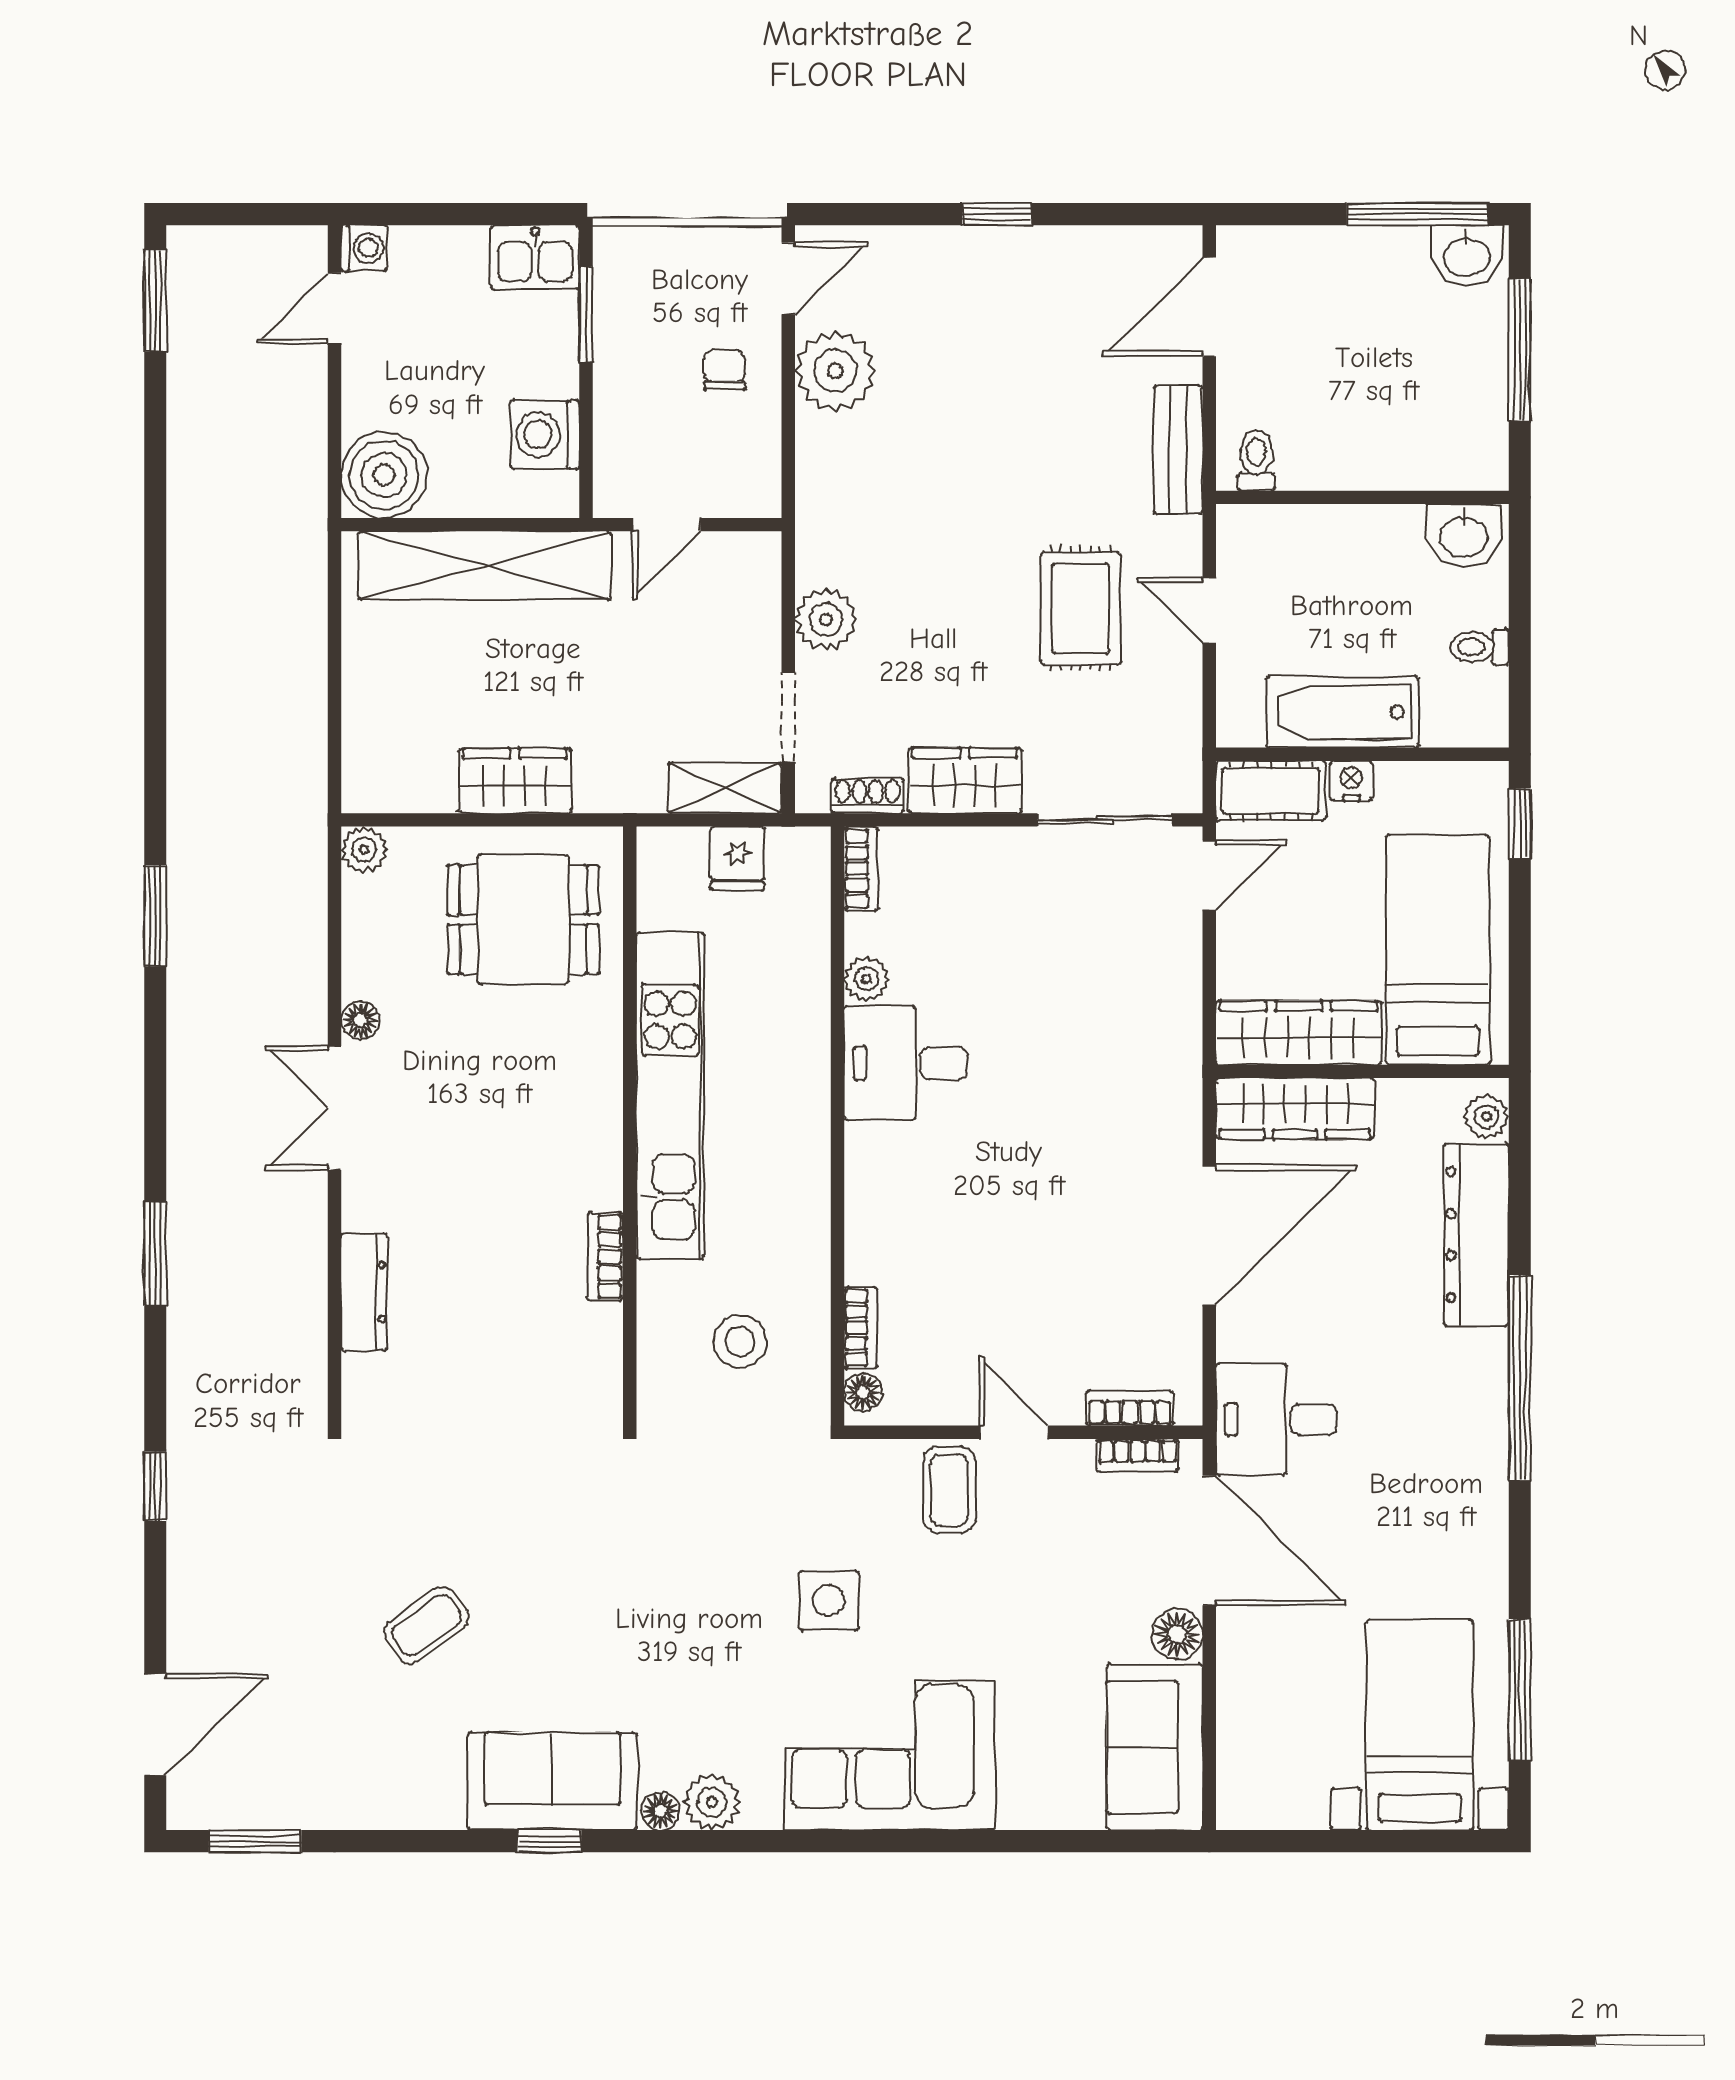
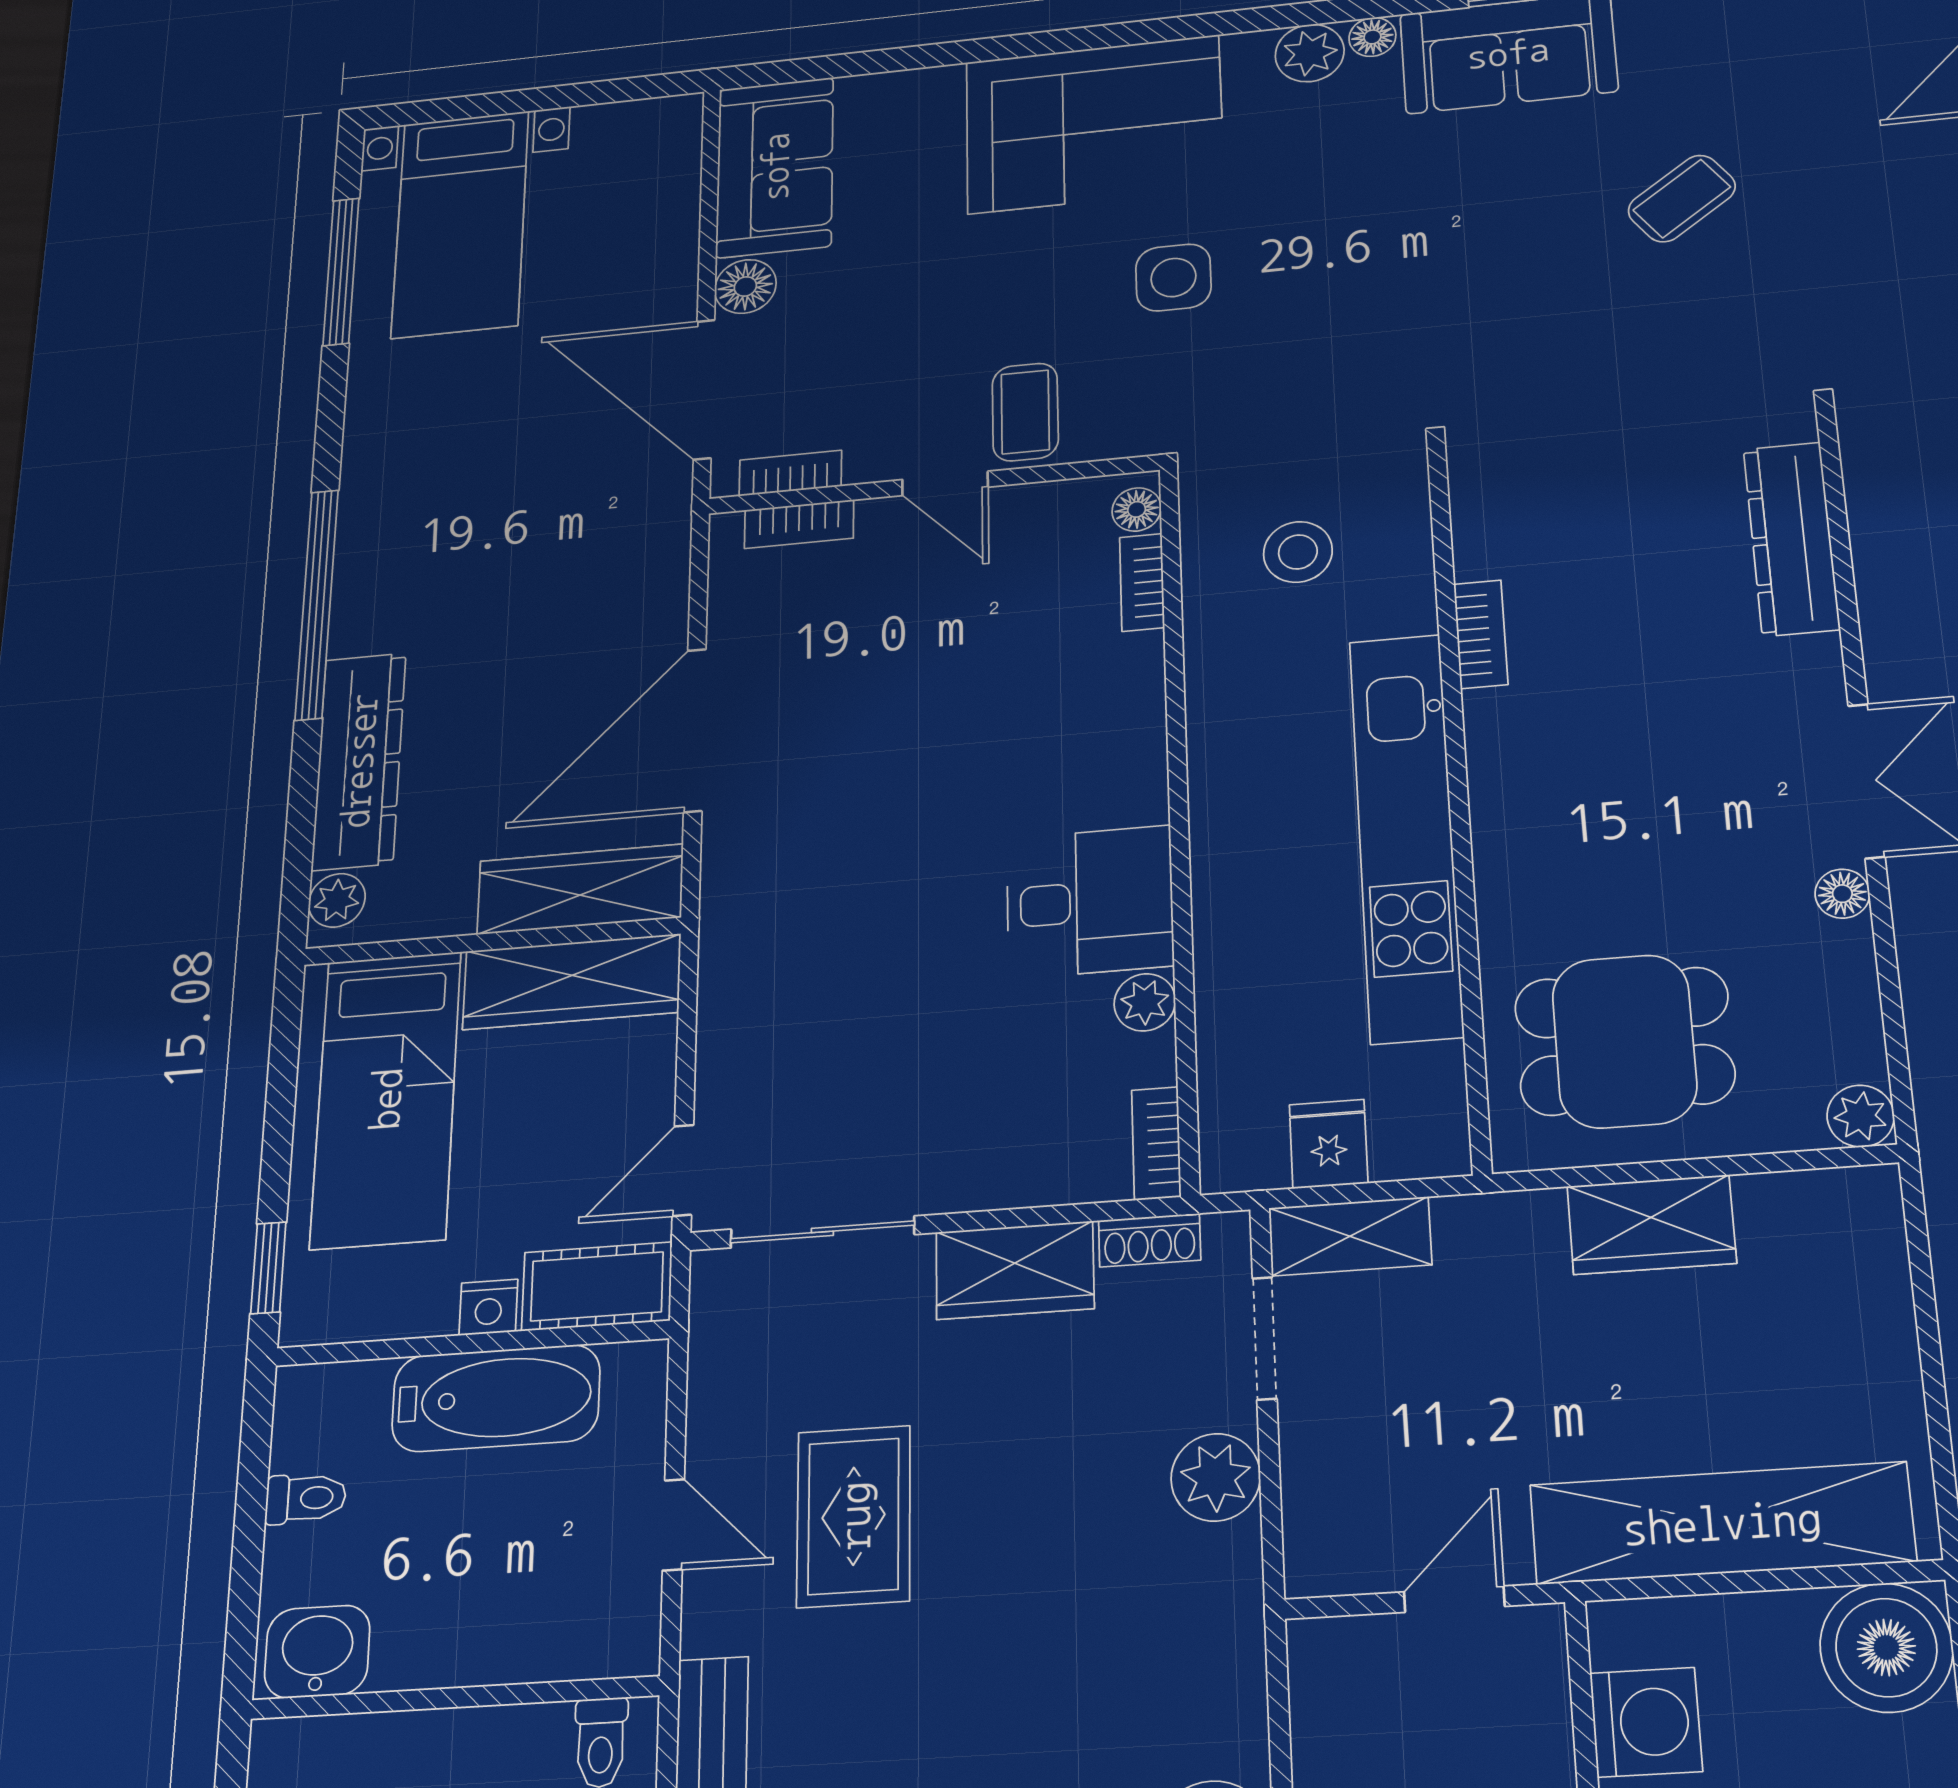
dresser: (364, 1292) -> (1791, 539), width x1.37, depth x1.24
desk: (1276, 1419) -> (618, 529), removed

